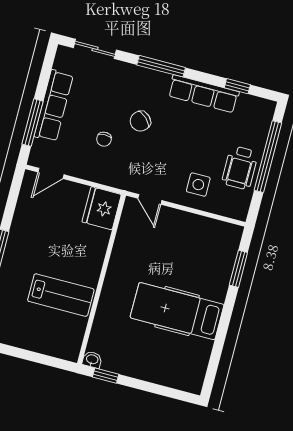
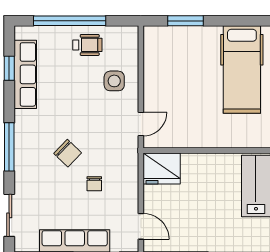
row of seats: (204, 94) -> (25, 74), moved
chair: (104, 139) -> (94, 184), turned 90
wheelchair: (240, 168) -> (87, 45), width x0.73, depth x0.73

